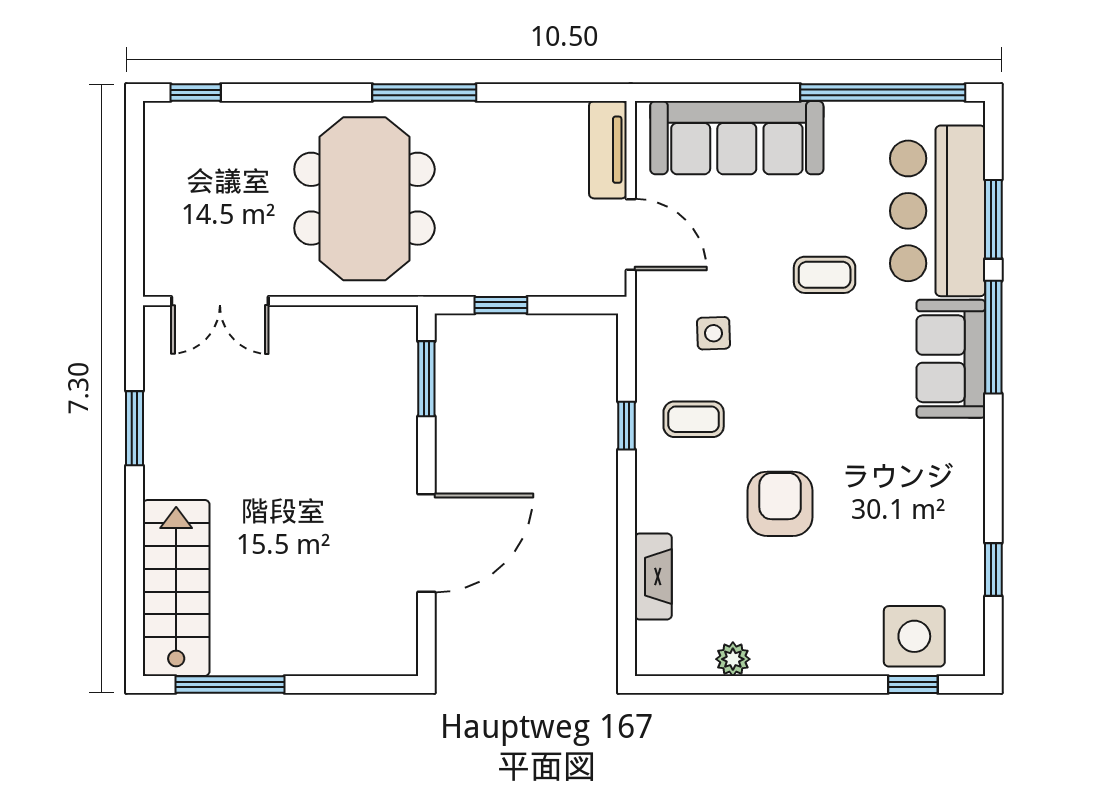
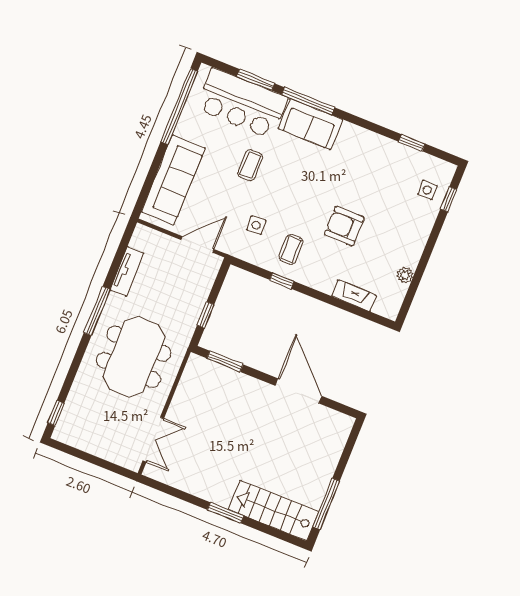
tv unit: (608, 150) -> (127, 272), moved, turned -90
meeting table: (364, 199) -> (134, 357), turned 90
window: (135, 428) -> (225, 513), moved
side table: (914, 636) -> (427, 190), width x0.54, depth x0.54

